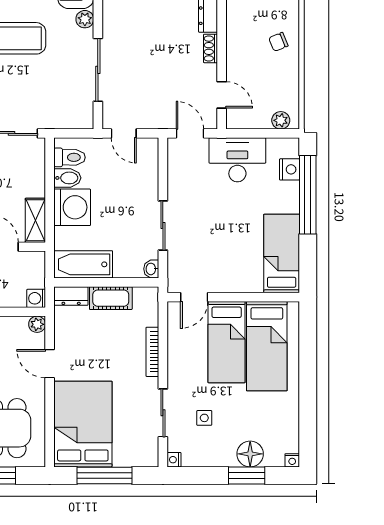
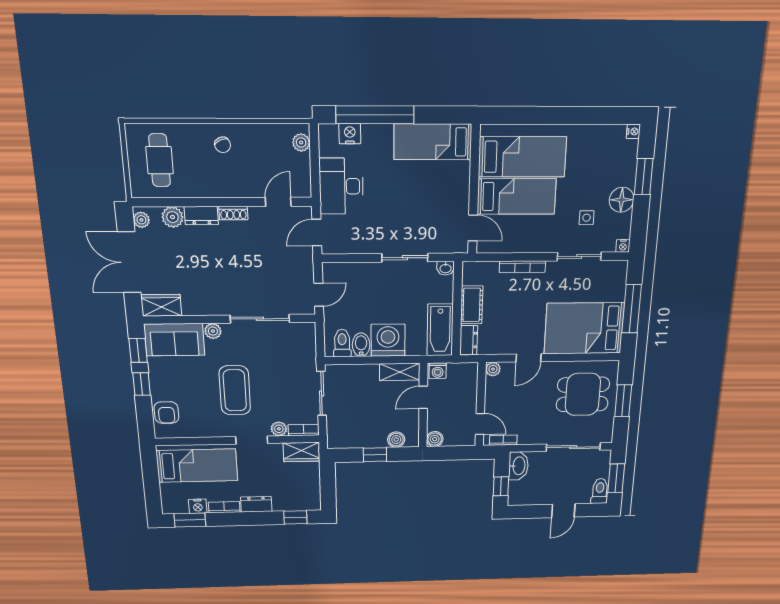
washing machine: (36, 298) -> (438, 371), moved
floor lamp: (250, 454) -> (622, 200), moved

